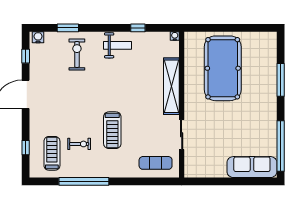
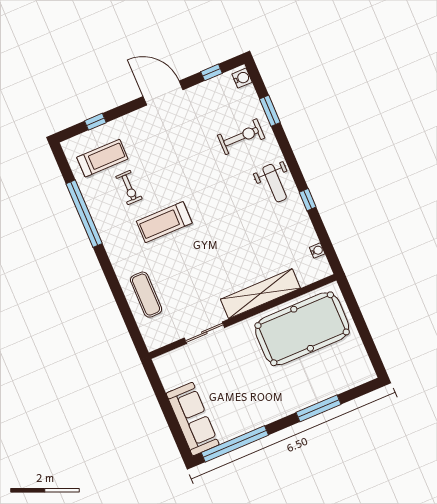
shelving: (171, 86) -> (260, 294), moved
wall: (182, 105) -> (243, 317), moved
sliding door: (182, 135) -> (204, 333), moved

